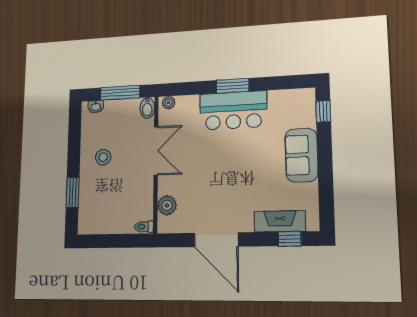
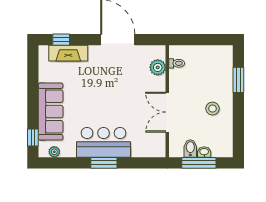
plant: (169, 103) -> (54, 152), moved
washbasin: (96, 107) -> (204, 152), moved
bidet: (147, 108) -> (190, 148), moved
sofa: (301, 155) -> (51, 111), width x1.36
toilet: (144, 227) -> (177, 63), moved

